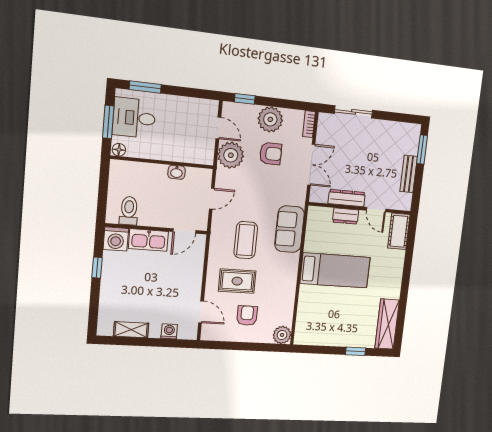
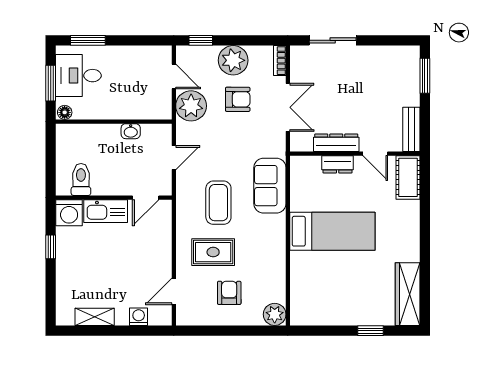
bench: (409, 174) -> (411, 129), moved
door: (201, 312) -> (174, 291), swing flipped

